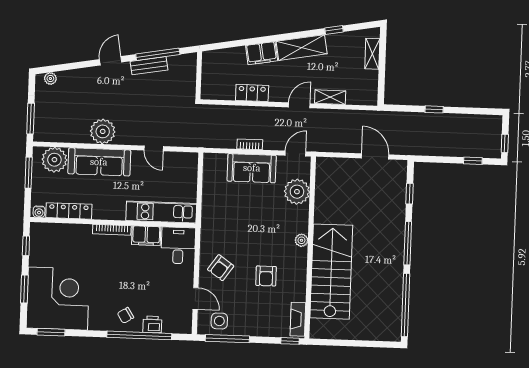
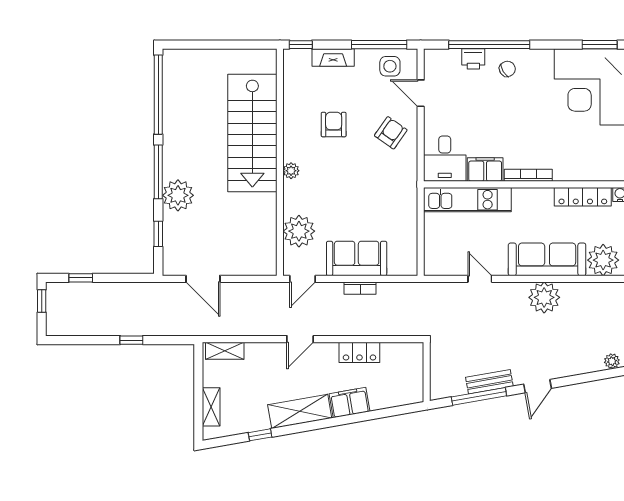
shelving: (330, 97) -> (225, 351), moved
plant: (393, 224) -> (178, 195), added
fireplace: (298, 319) -> (333, 58), moved, turned 90

